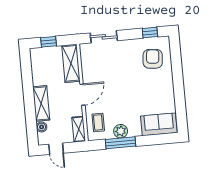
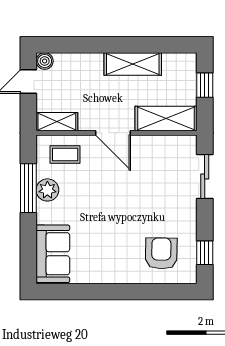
armchair: (153, 59) -> (161, 253), turned -94
shelving: (41, 103) -> (133, 64), moved
boiler: (42, 127) -> (45, 61), moved

